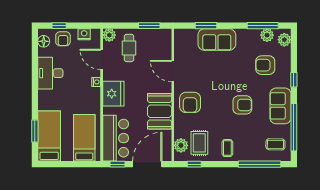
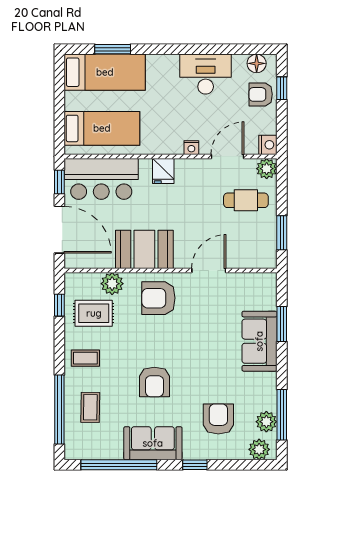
nightstand: (84, 34) -> (268, 145), moved
fridge: (113, 94) -> (163, 171), width x0.53, depth x0.75
coffee table: (275, 144) -> (90, 407), moved
plant: (181, 145) -> (112, 284), moved

